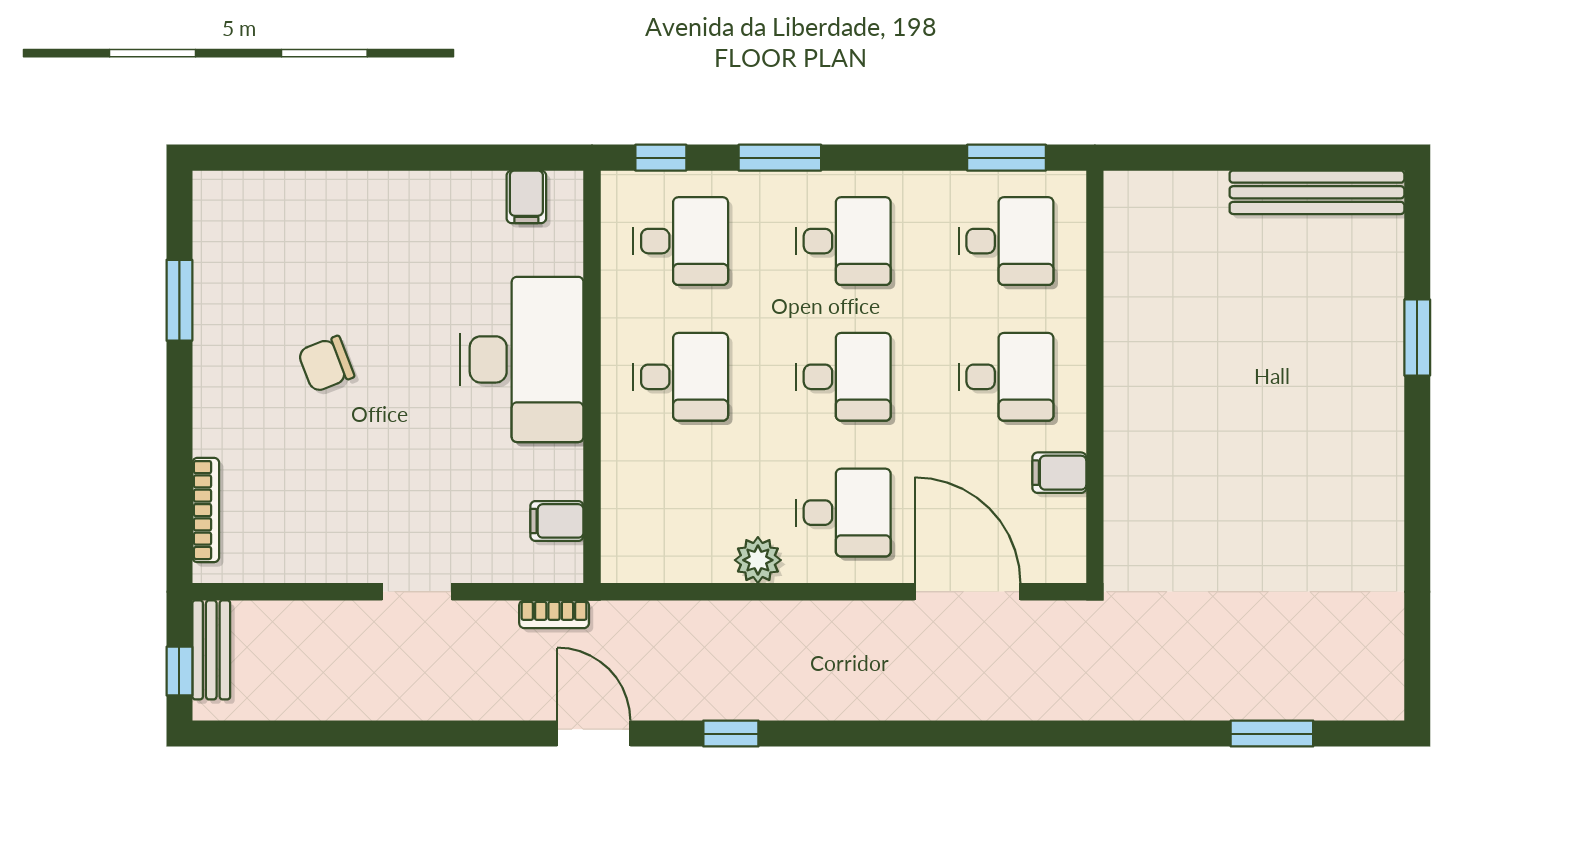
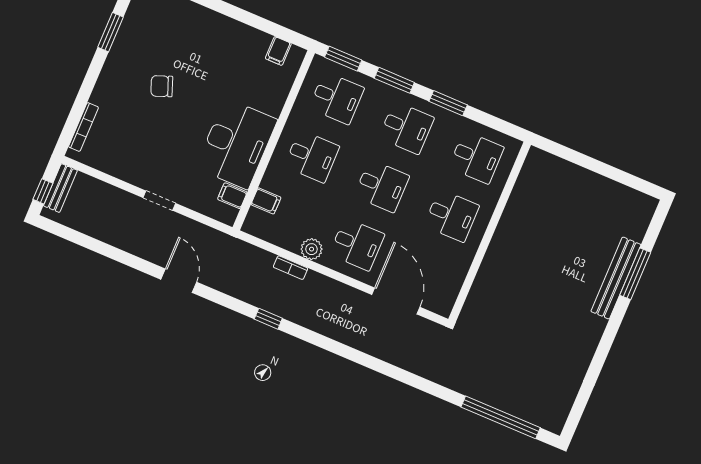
window: (661, 158) -> (343, 59), width x1.50
window: (1006, 158) -> (448, 103), moved
bench: (1317, 192) -> (616, 278), moved, turned 90
window: (1417, 337) -> (635, 274), width x1.44
desk: (522, 359) -> (236, 144), moved
filing cabinet: (1059, 473) -> (266, 201), moved, turned 180
bookcase: (554, 614) -> (290, 268), moved
door: (594, 734) -> (179, 281), moved
window: (1272, 734) -> (501, 417), width x2.11

